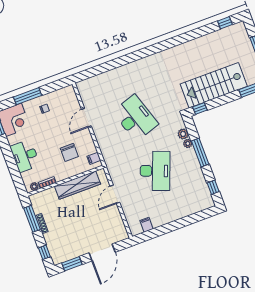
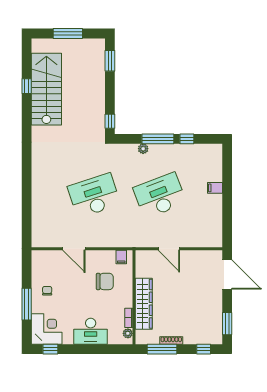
window: (225, 23) -> (27, 86), moved
stairs: (214, 85) -> (46, 89), moved, turned 180
plant: (183, 134) -> (131, 150), removed
desk: (155, 171) -> (160, 195), turned -42
wardrobe: (77, 185) -> (144, 304), moved
window: (213, 187) -> (187, 139), moved
filing cabinet: (147, 225) -> (215, 188), moved
door: (102, 252) -> (227, 275), moved

